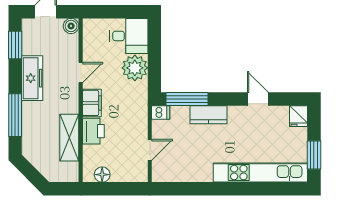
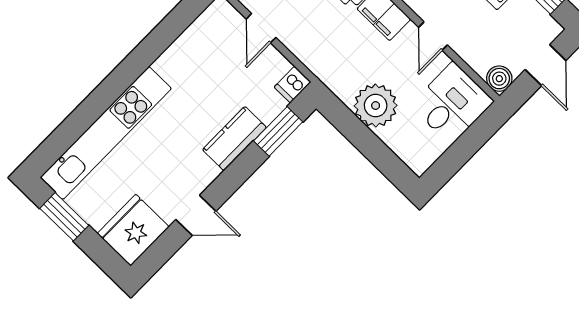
desk: (129, 36) -> (452, 103), moved, turned 180
window: (187, 99) -> (278, 131), width x0.69
fridge: (299, 116) -> (133, 230), width x1.88, depth x1.34

